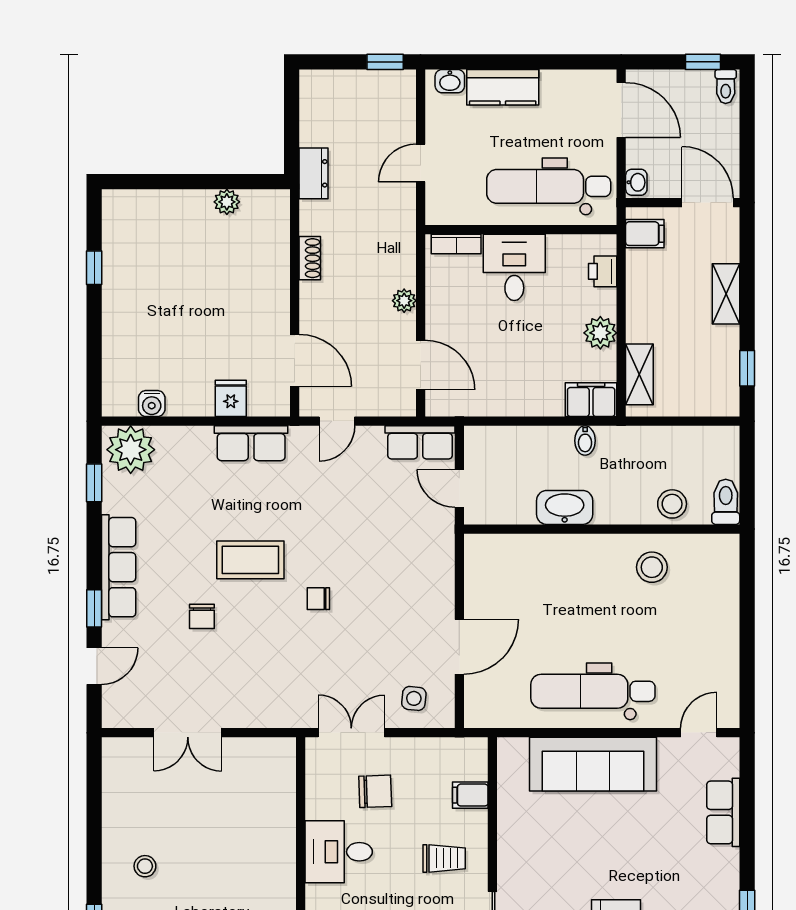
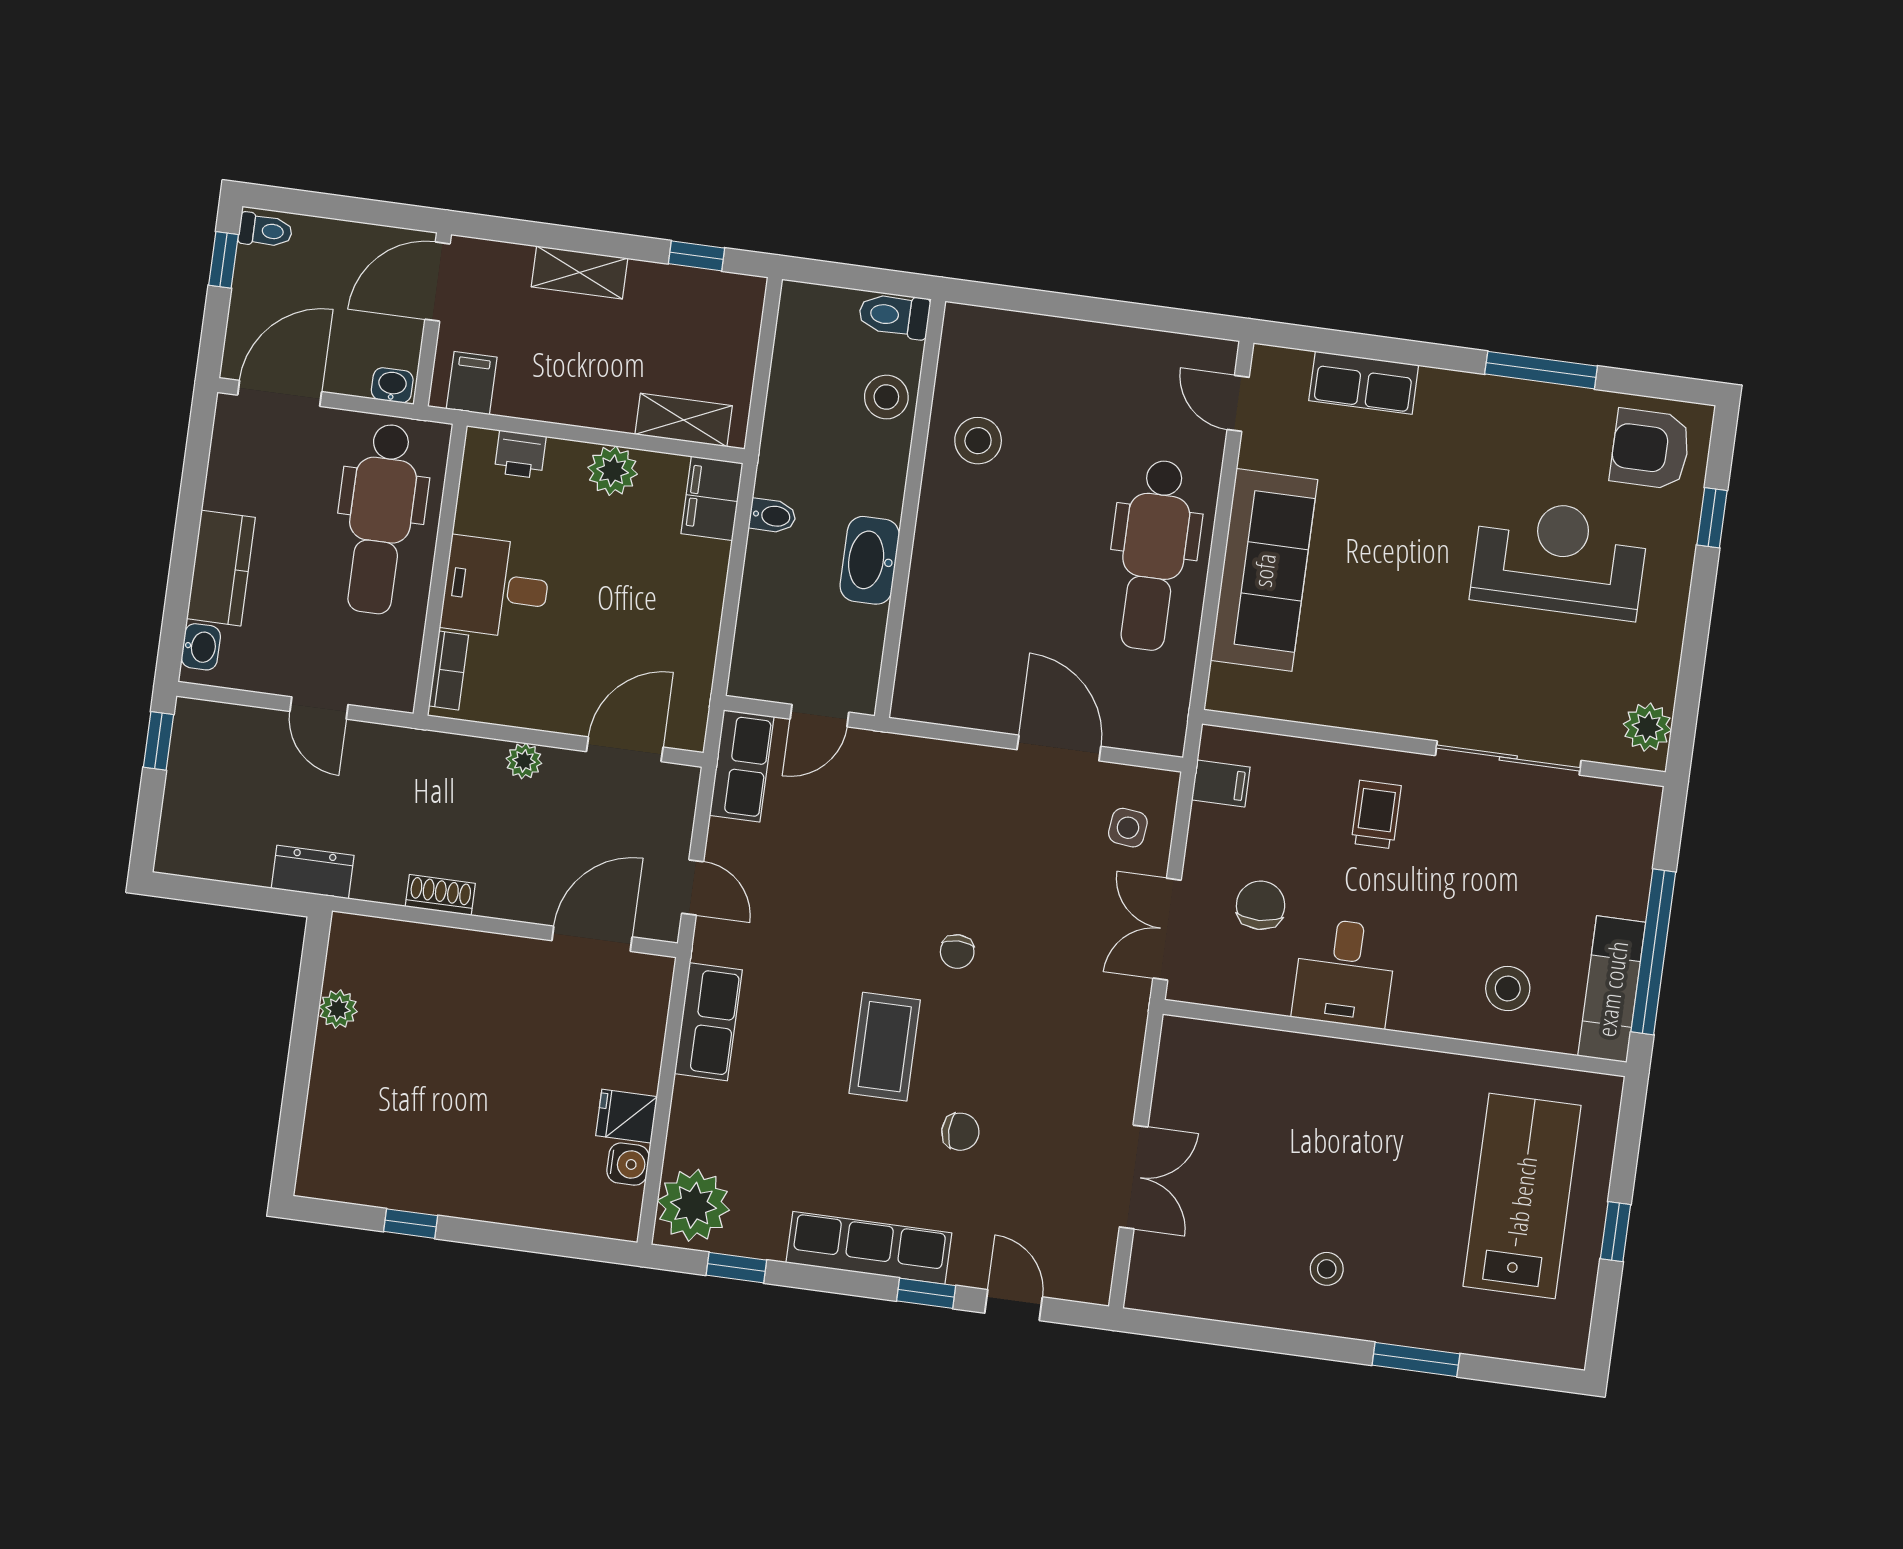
fridge: (231, 398) -> (626, 1116), moved
filing cabinet: (470, 795) -> (1221, 783), moved, turned -90

